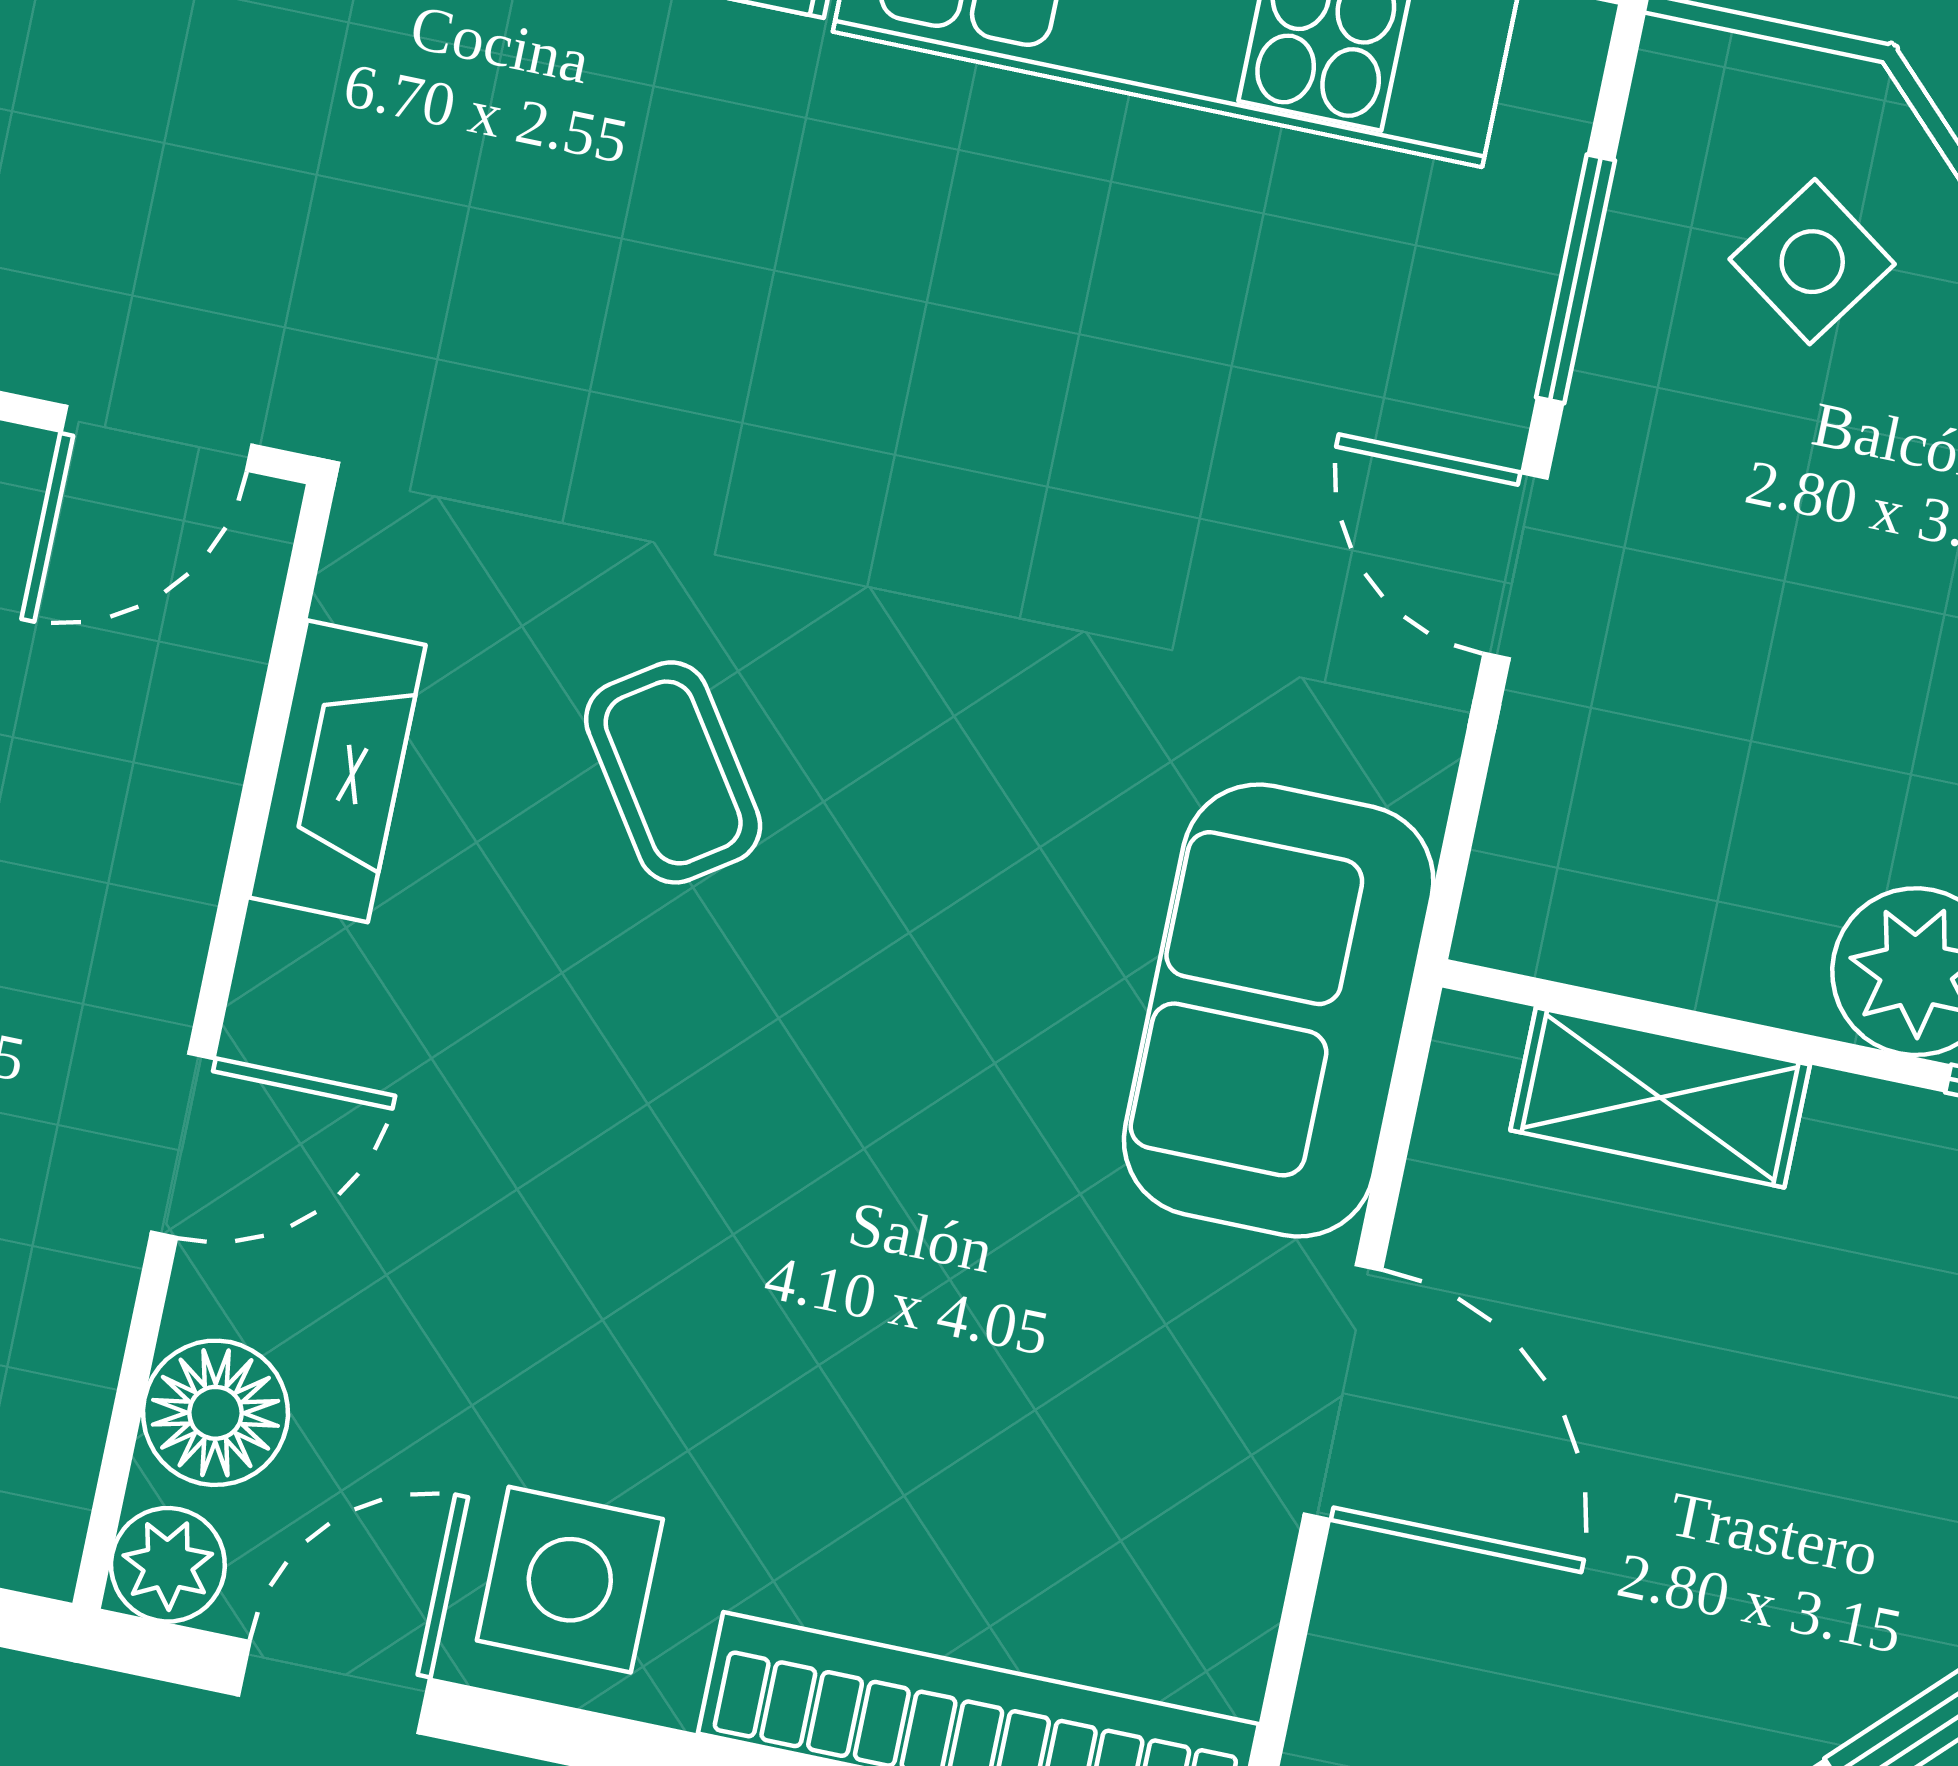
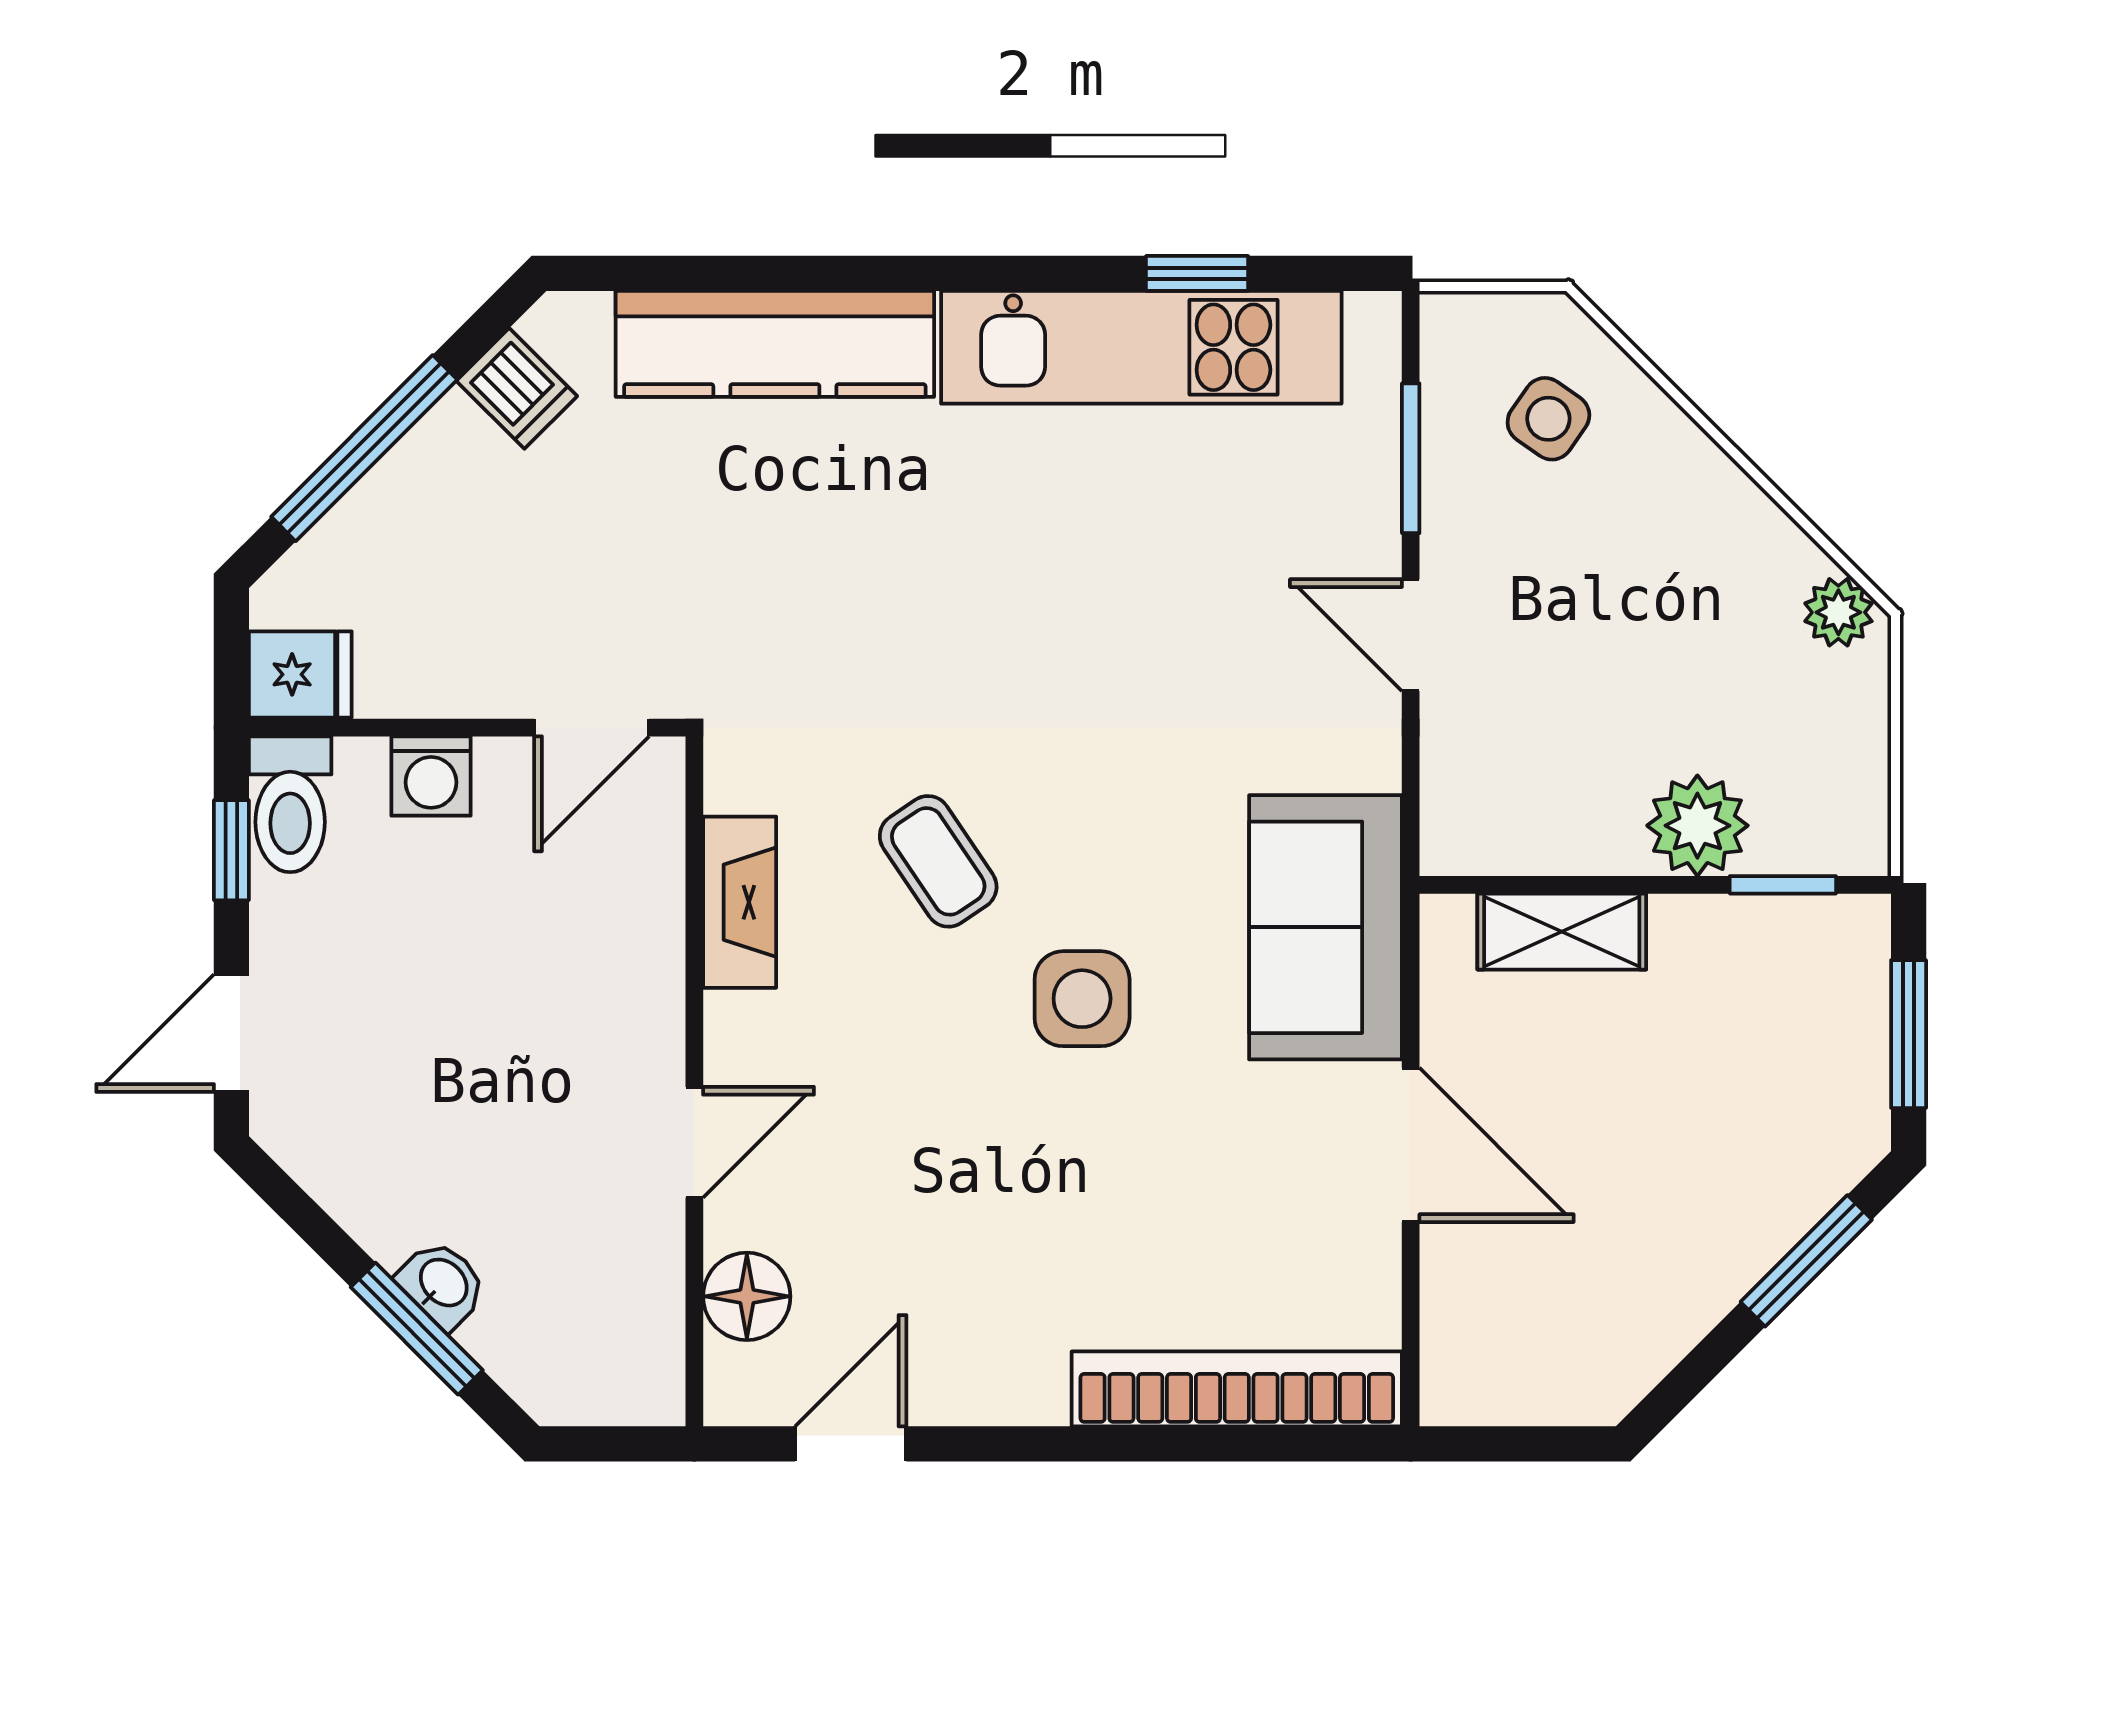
plant: (168, 1565) -> (737, 1392), removed
side table: (570, 1580) -> (1082, 999), moved

